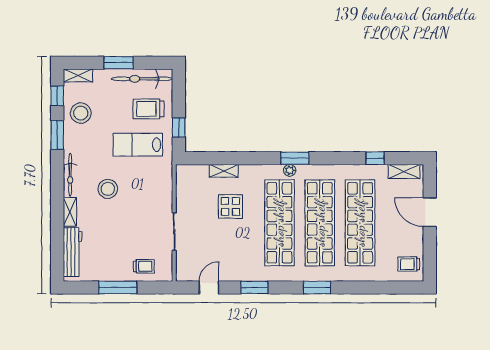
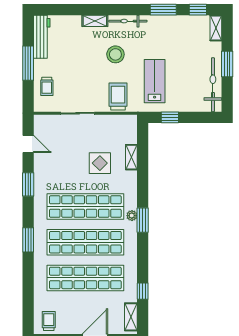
trolley: (149, 109) -> (118, 96), moved
stool: (81, 113) -> (183, 30), removed
workbench: (73, 252) -> (42, 37), moved, turned -90

